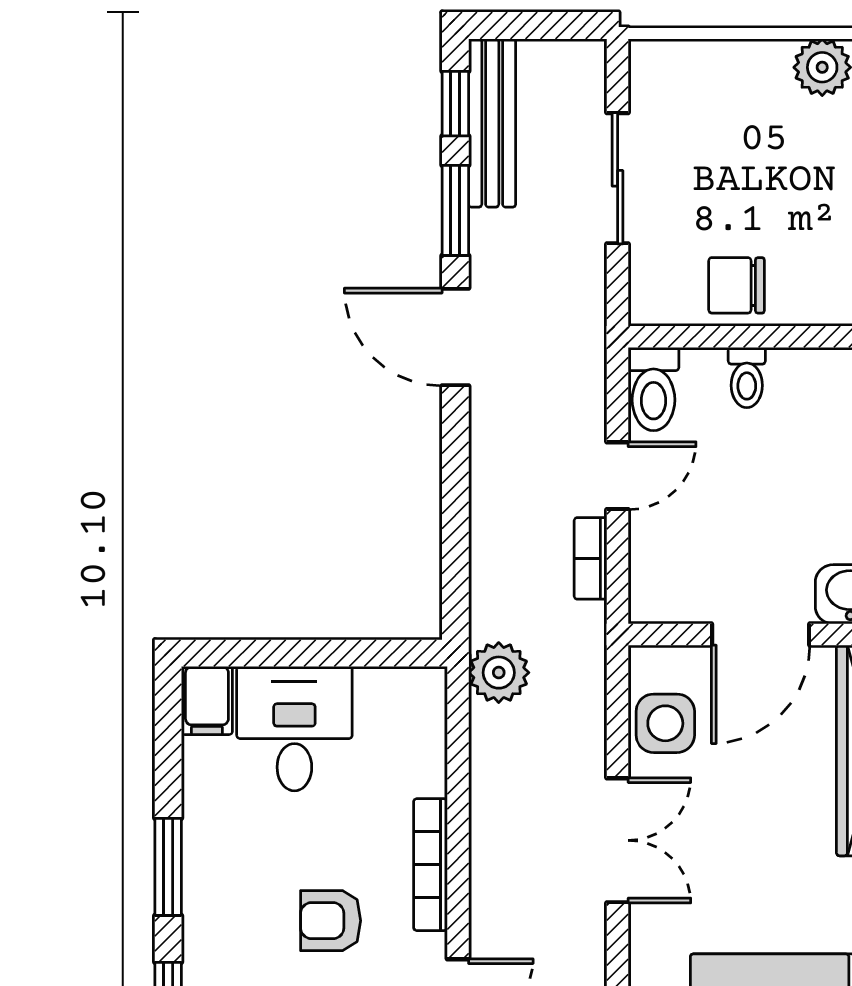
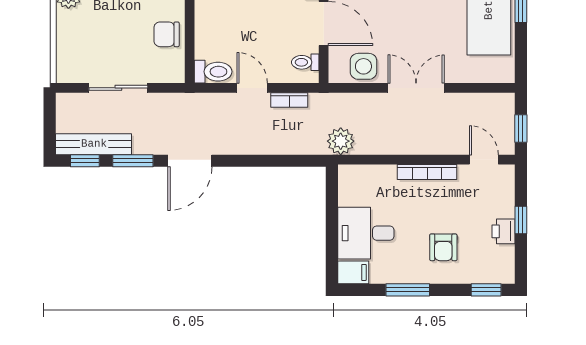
chair: (737, 285) -> (167, 34), turned 90
toilet: (747, 377) -> (305, 62), moved, turned 180
window: (168, 867) -> (408, 290), moved
armchair: (331, 921) -> (443, 247), moved

